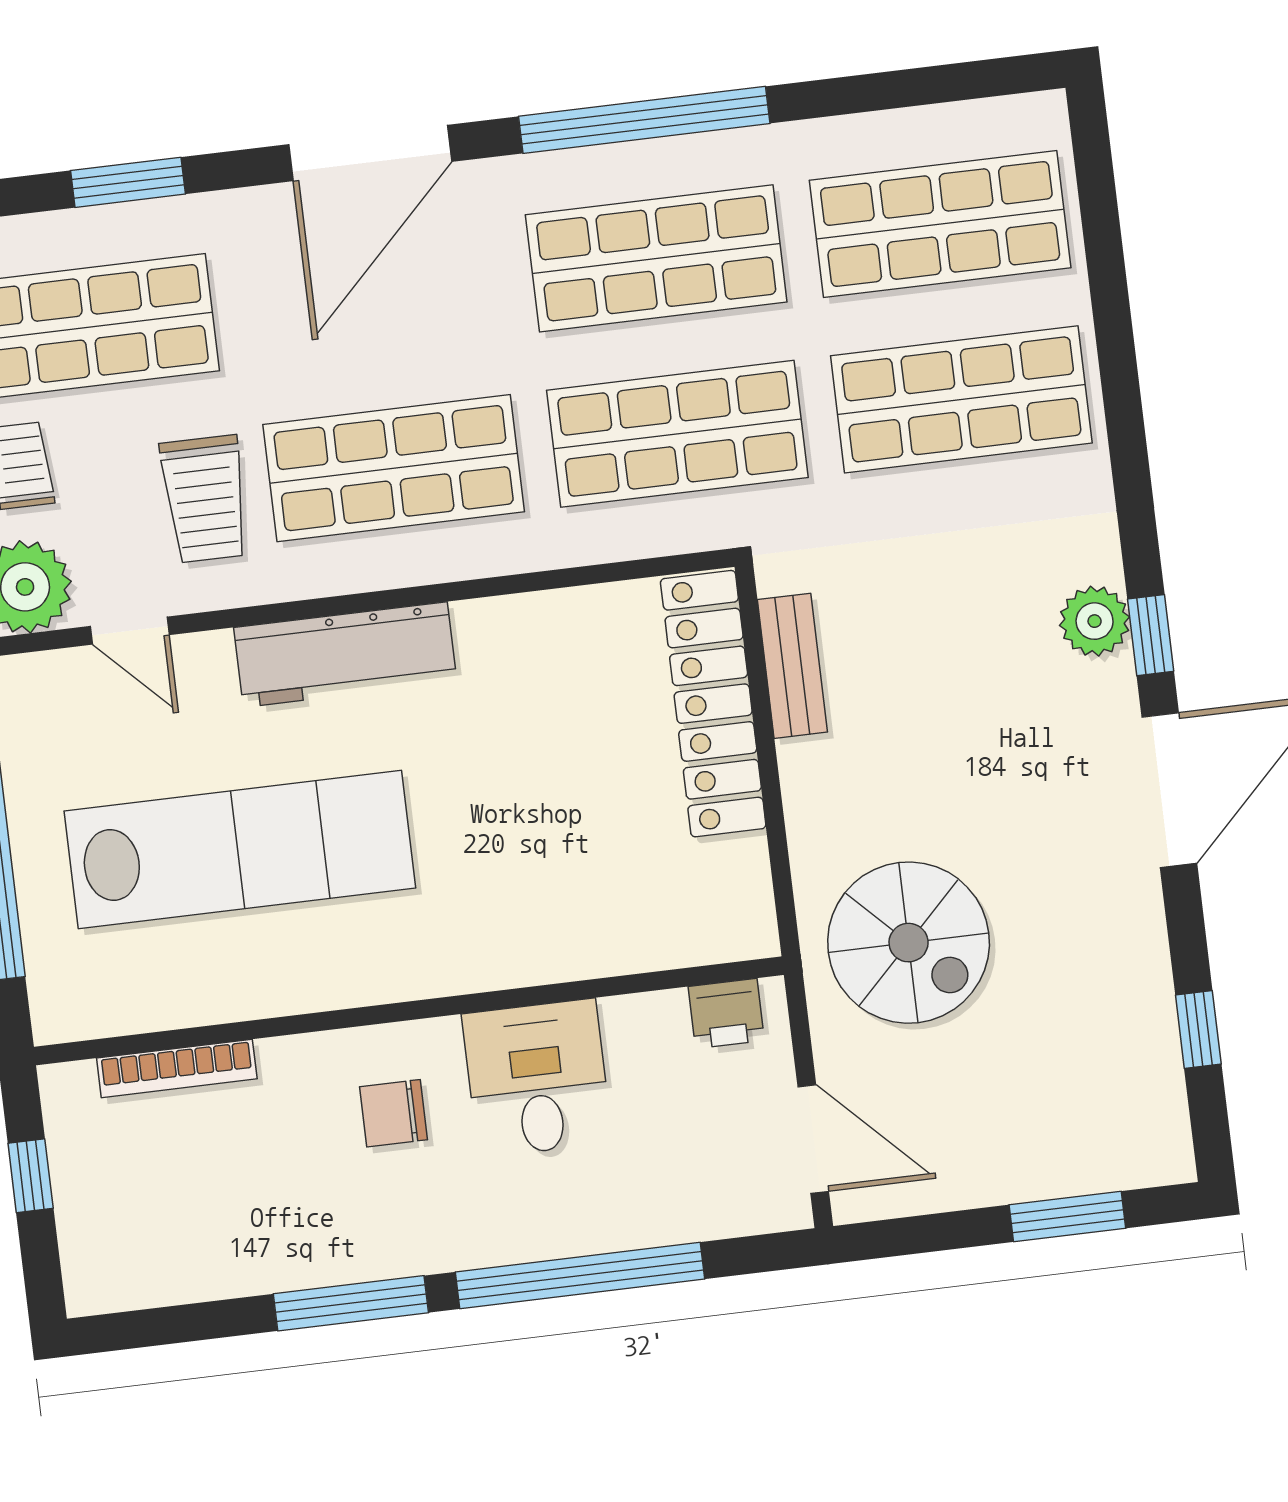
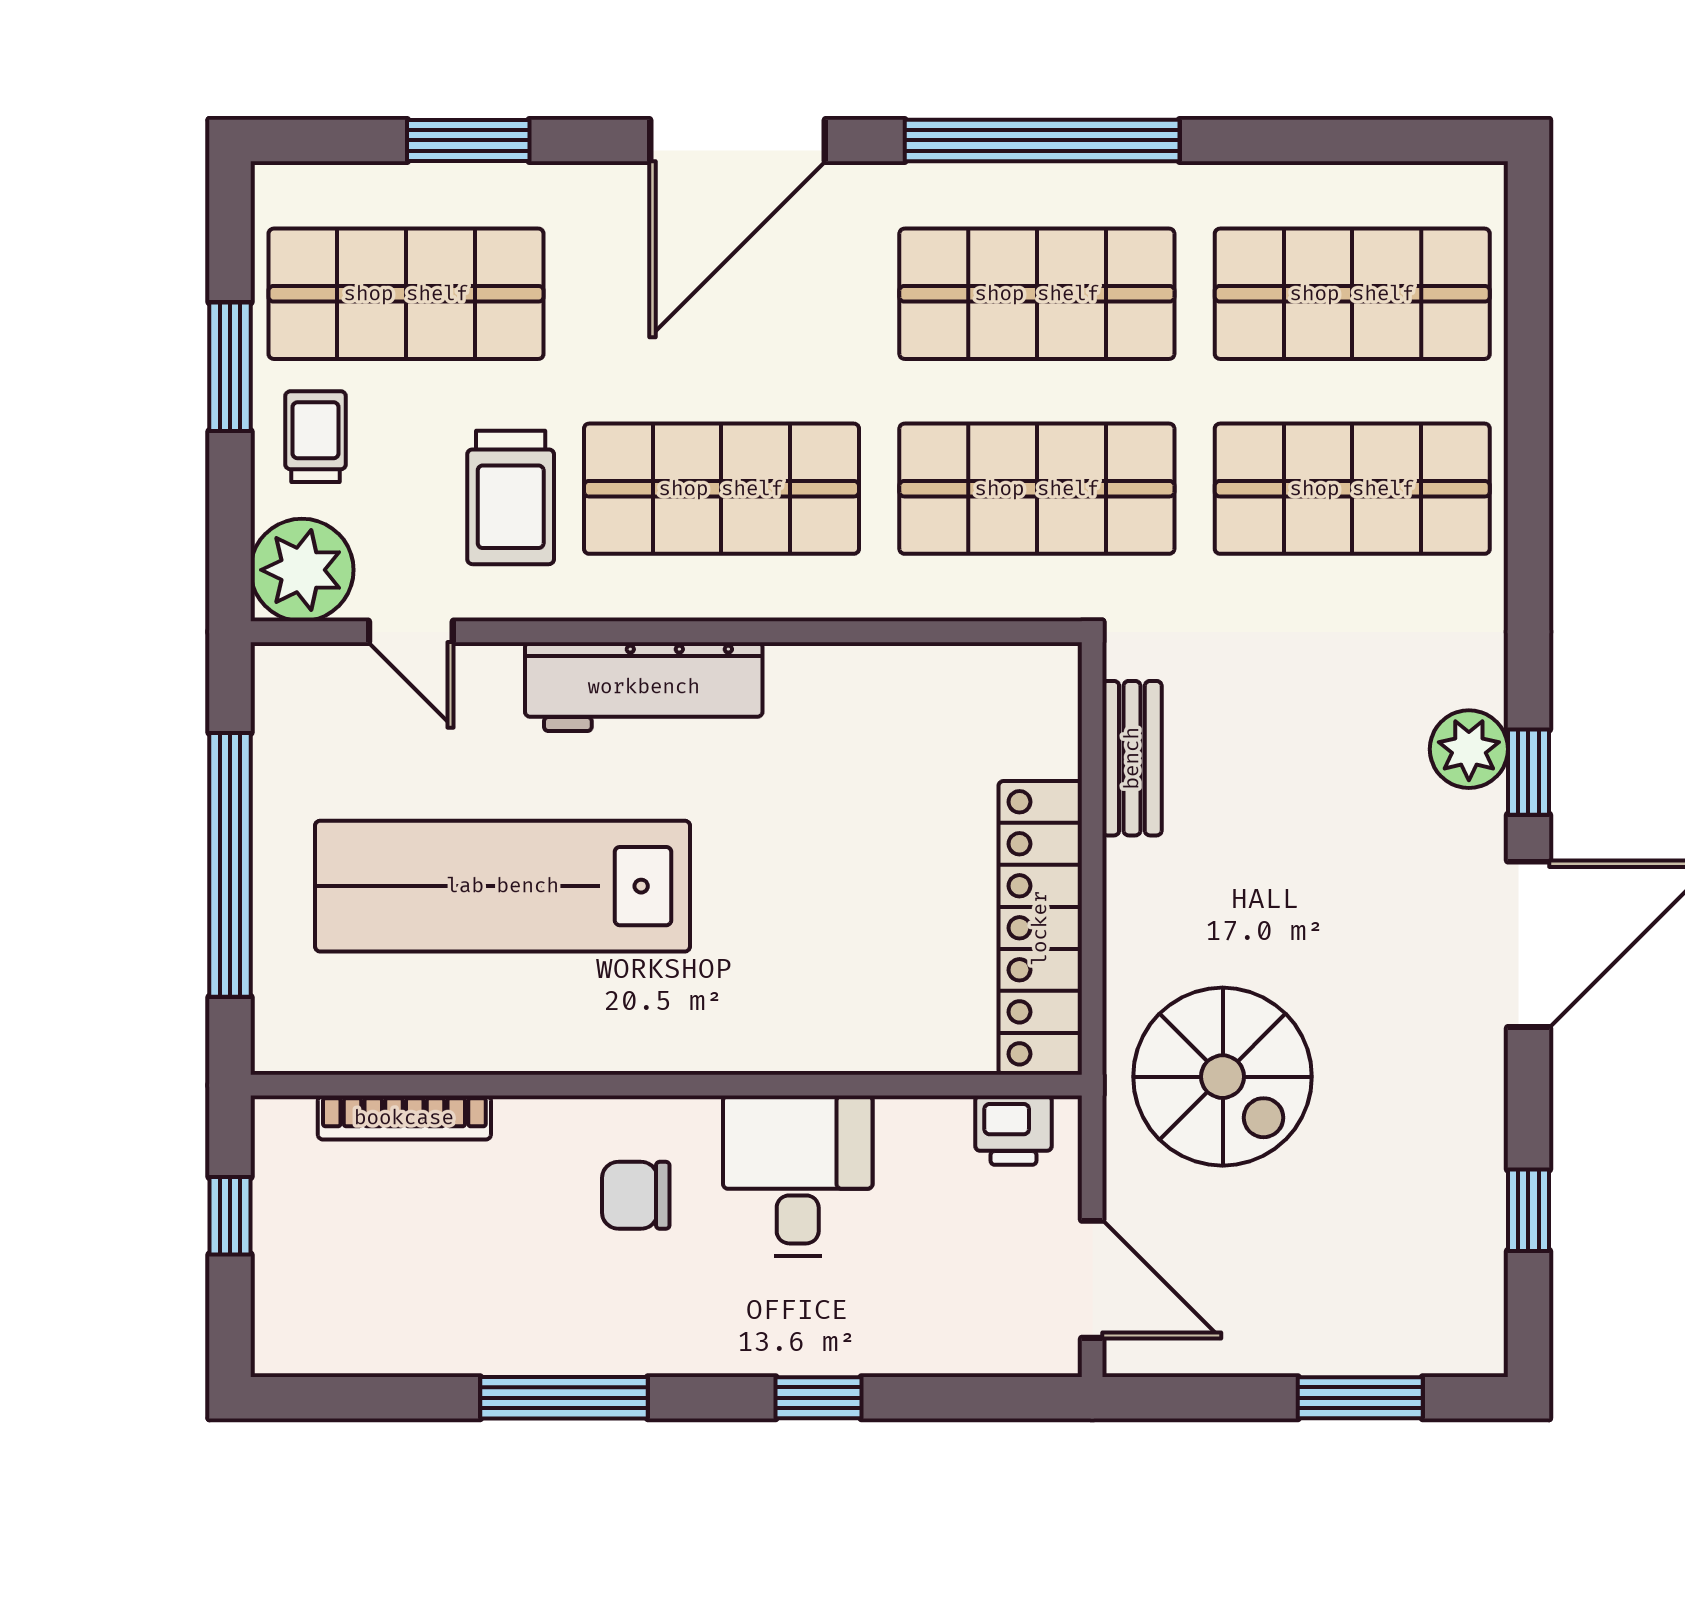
locker: (713, 704) -> (1040, 928), moved
lab bench: (240, 849) -> (503, 886), turned 180
window: (580, 1275) -> (819, 1398), width x0.32

